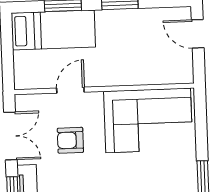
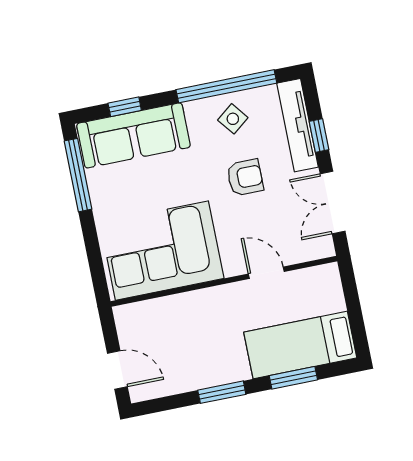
door: (70, 90) -> (266, 273), swing flipped
armchair: (70, 140) -> (245, 177), moved

